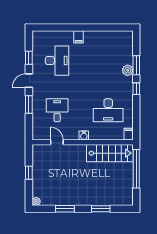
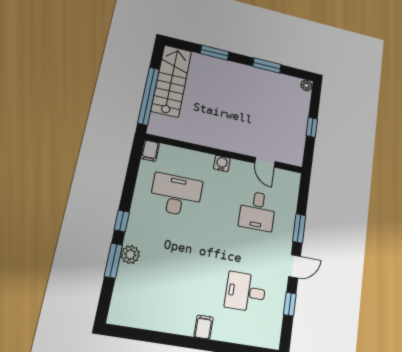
desk: (57, 61) -> (245, 292), width x0.73
stairs: (110, 153) -> (171, 81), moved, turned 90

